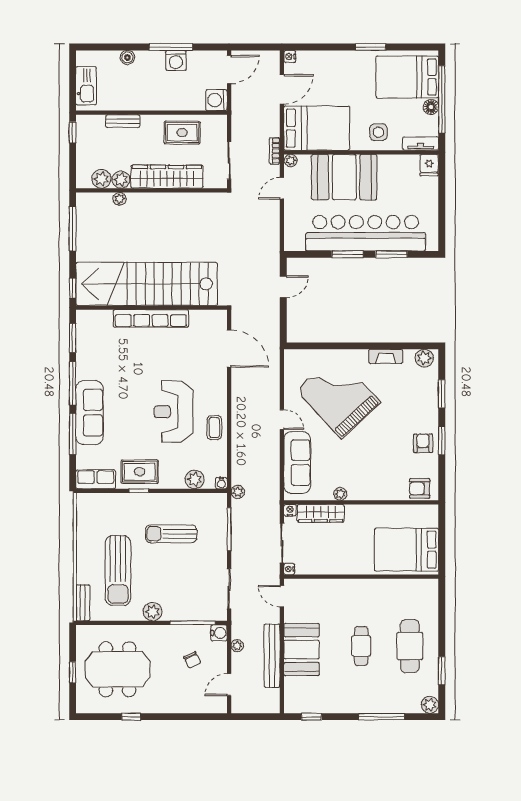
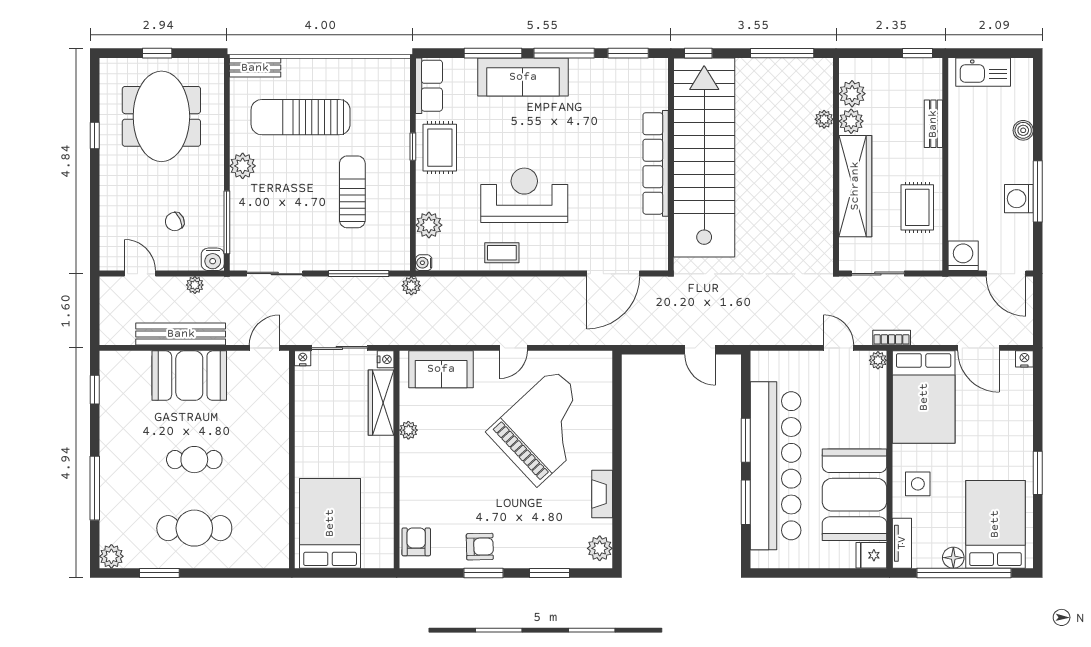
booth: (344, 177) -> (855, 495), moved
sofa: (297, 463) -> (441, 369), width x0.73

